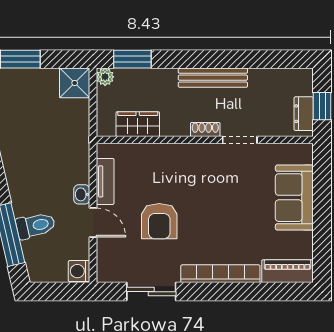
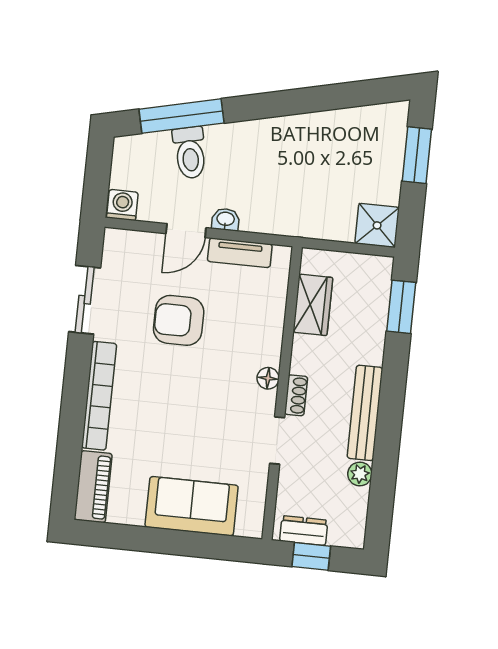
plant: (105, 77) -> (360, 474), moved
floor lamp: (195, 151) -> (268, 378), added

